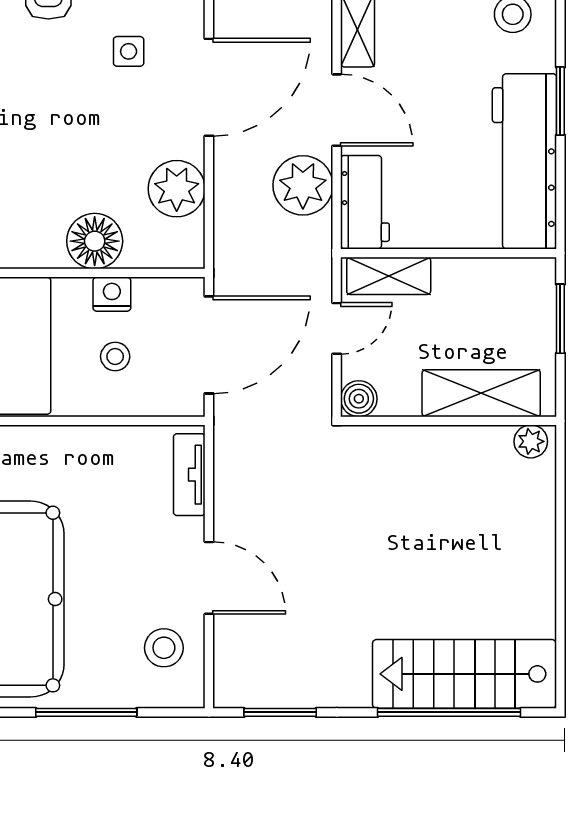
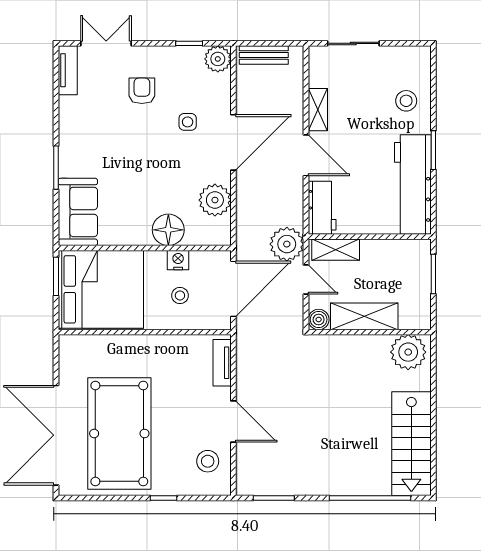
plant: (303, 185) -> (287, 244), moved
door: (337, 328) -> (306, 279), hinge flipped
shelving: (481, 393) -> (364, 316), moved
plant: (531, 441) -> (408, 352), width x1.88, depth x1.88
stairs: (464, 674) -> (411, 444), moved, turned -90
window: (86, 712) -> (164, 498), width x0.46

